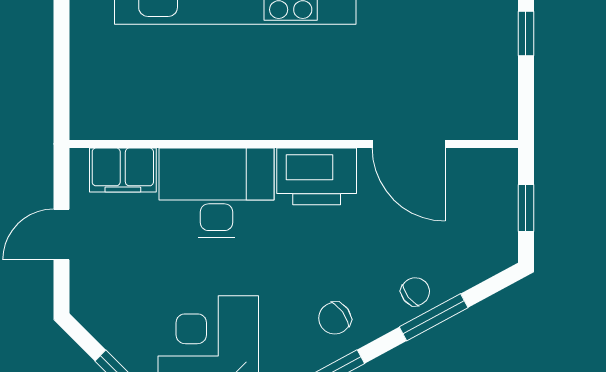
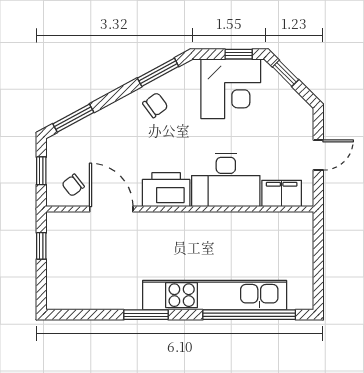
window: (526, 33) -> (41, 246), moved
chair: (415, 292) -> (73, 185), moved
window: (434, 317) -> (73, 118), moved

